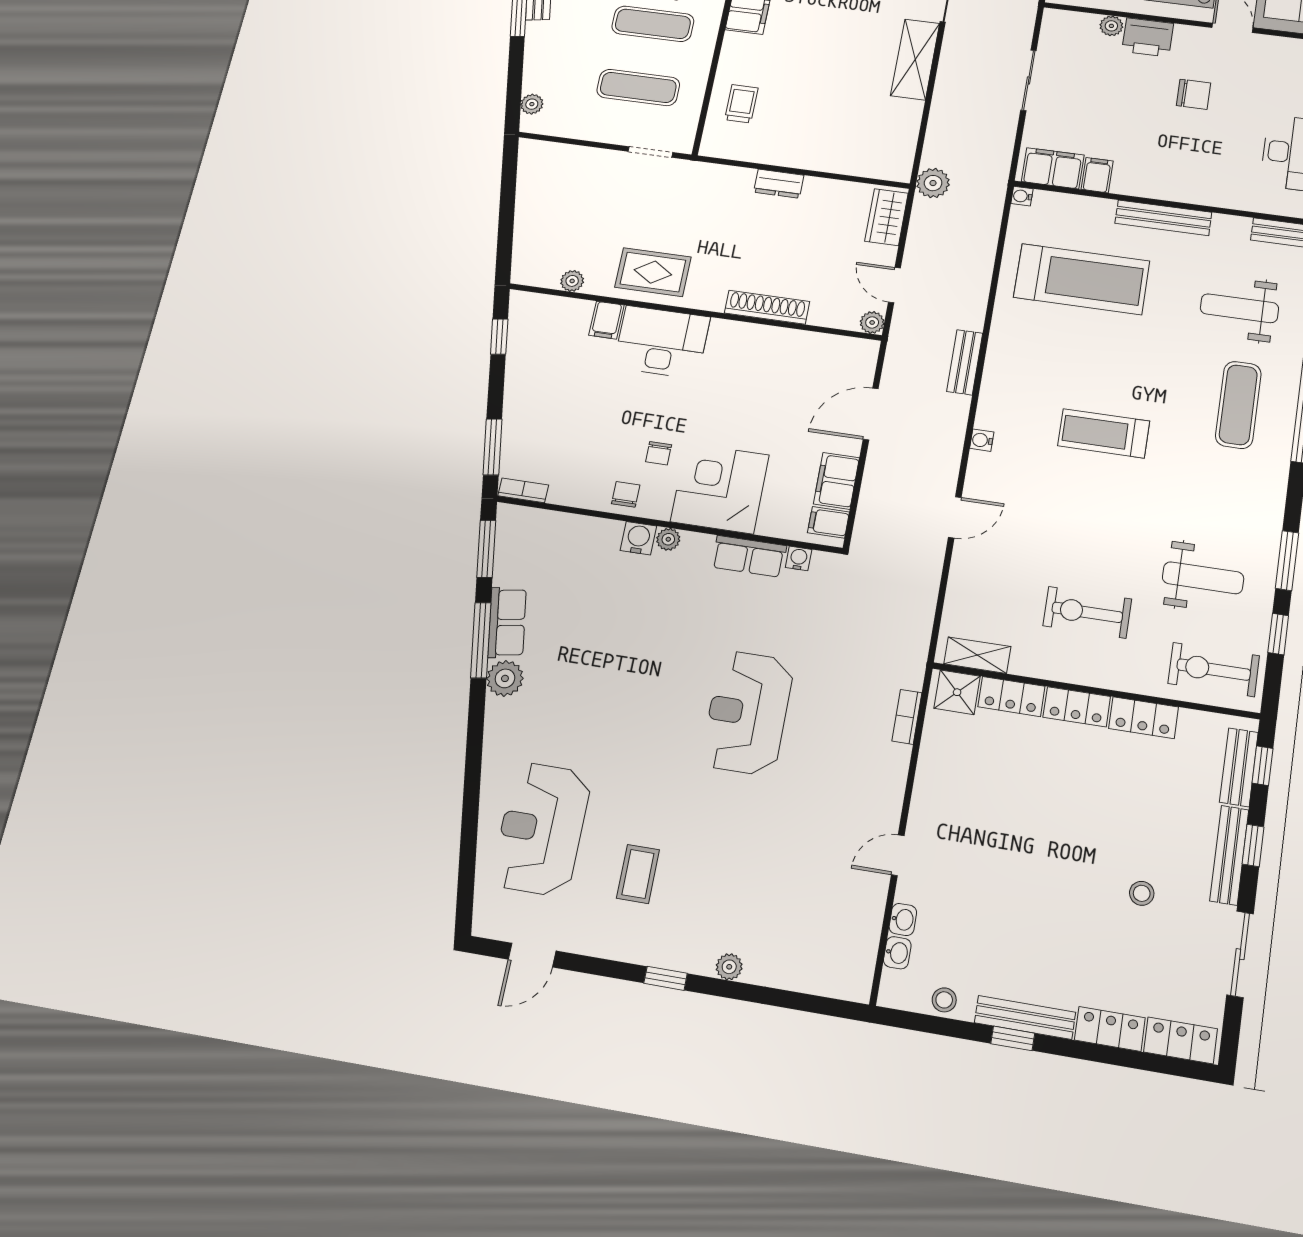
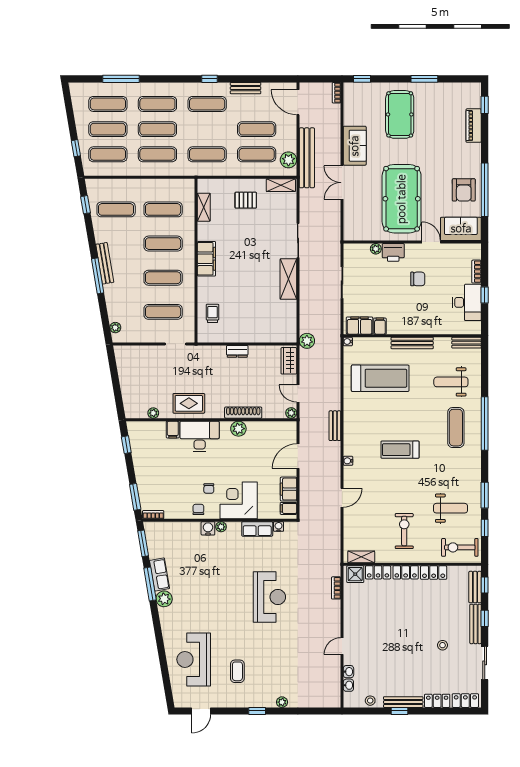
plant: (750, 338) -> (238, 429), added
exercise bike: (1087, 612) -> (404, 531), turned 90
reception desk: (747, 713) -> (269, 597), turned 180

